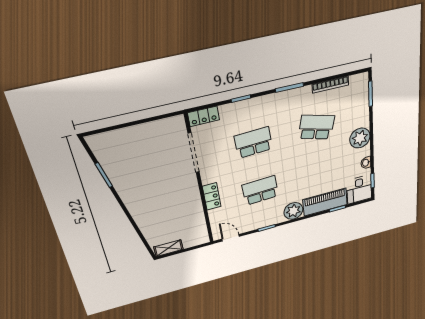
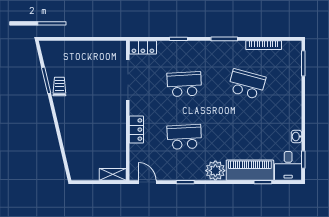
plant: (360, 138) -> (291, 107), removed
trolley: (120, 177) -> (59, 86), added
shelving: (168, 248) -> (113, 174), moved

